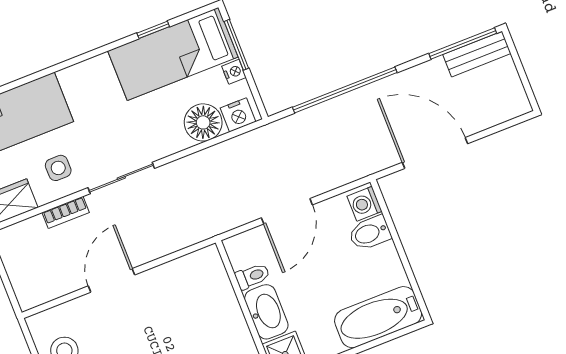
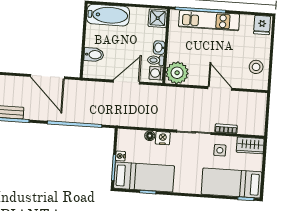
nightstand: (238, 115) -> (163, 138), moved
floor lamp: (203, 122) -> (150, 136), width x0.53, depth x0.53
washing machine: (364, 204) -> (156, 73), moved, turned 180
plant: (203, 272) -> (177, 73), added
door: (111, 280) -> (220, 88), swing flipped
washbasin: (266, 312) -> (159, 48), width x0.52, depth x0.69

